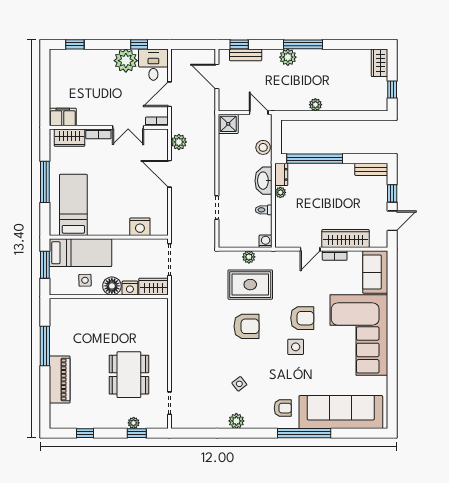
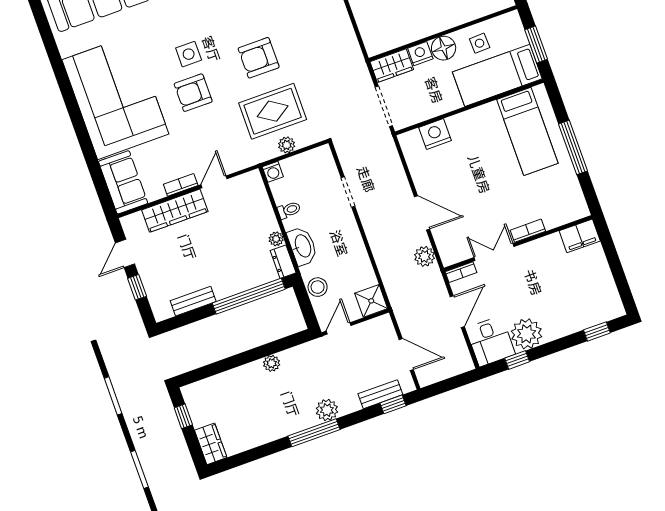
door: (259, 113) -> (339, 328), swing flipped
wardrobe: (70, 138) -> (562, 213), removed
bench: (371, 169) -> (193, 301), moved

